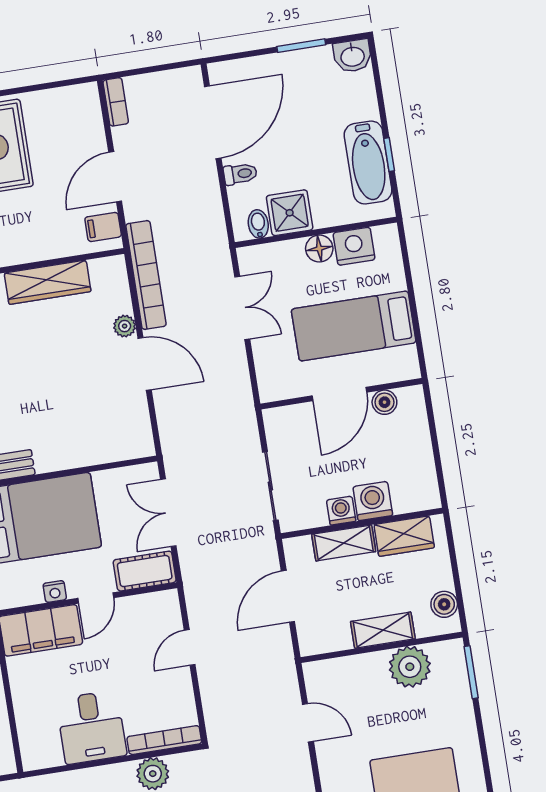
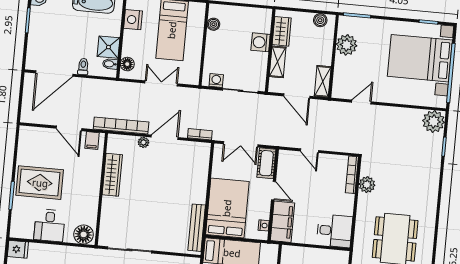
bookcase: (116, 102) -> (200, 134), moved
door: (213, 122) -> (54, 74), swing flipped
floor lamp: (319, 249) -> (127, 64), moved
double door: (242, 308) -> (161, 83), moved
door: (339, 394) -> (204, 45), removed
washing machine: (341, 511) -> (216, 80), moved, turned 90
nightstand: (55, 591) -> (264, 225), moved
shelving: (383, 630) -> (323, 81), moved
desk: (91, 727) -> (334, 231), moved

